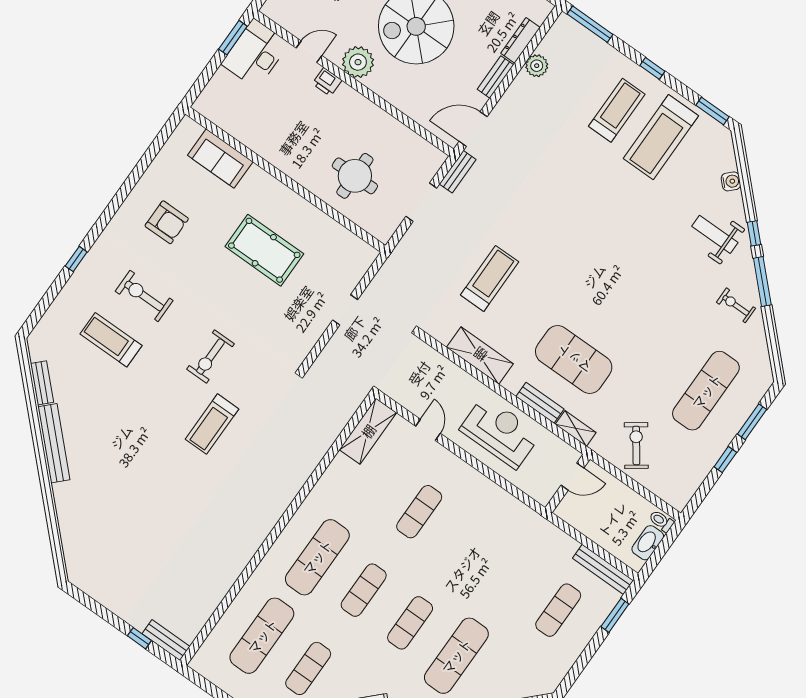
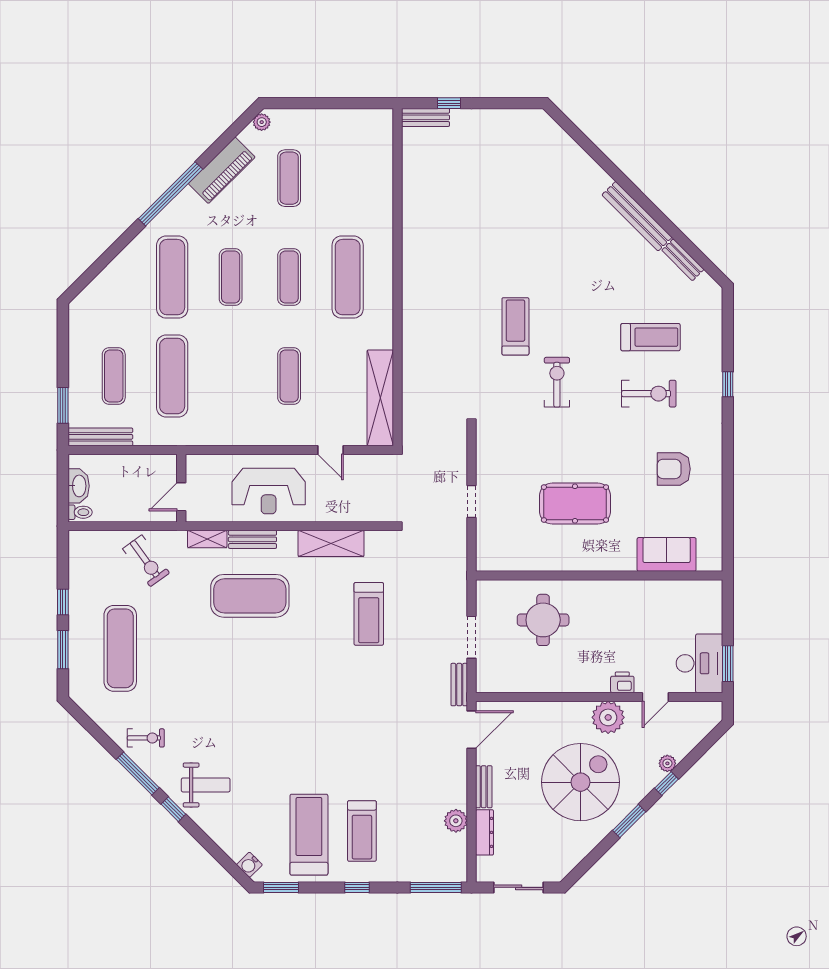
water cooler: (731, 181) -> (249, 865), moved
shelving: (368, 431) -> (380, 398), width x1.47
exercise mat: (262, 636) -> (172, 376), moved

